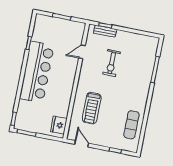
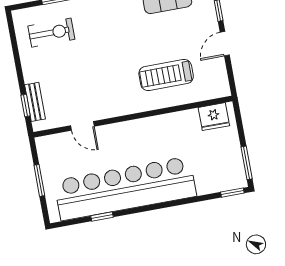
exercise bike: (112, 63) -> (51, 33), moved
bar counter: (37, 72) -> (125, 188), width x1.36
treadmill: (92, 108) -> (166, 75), turned 180
door: (82, 144) -> (225, 44), moved

